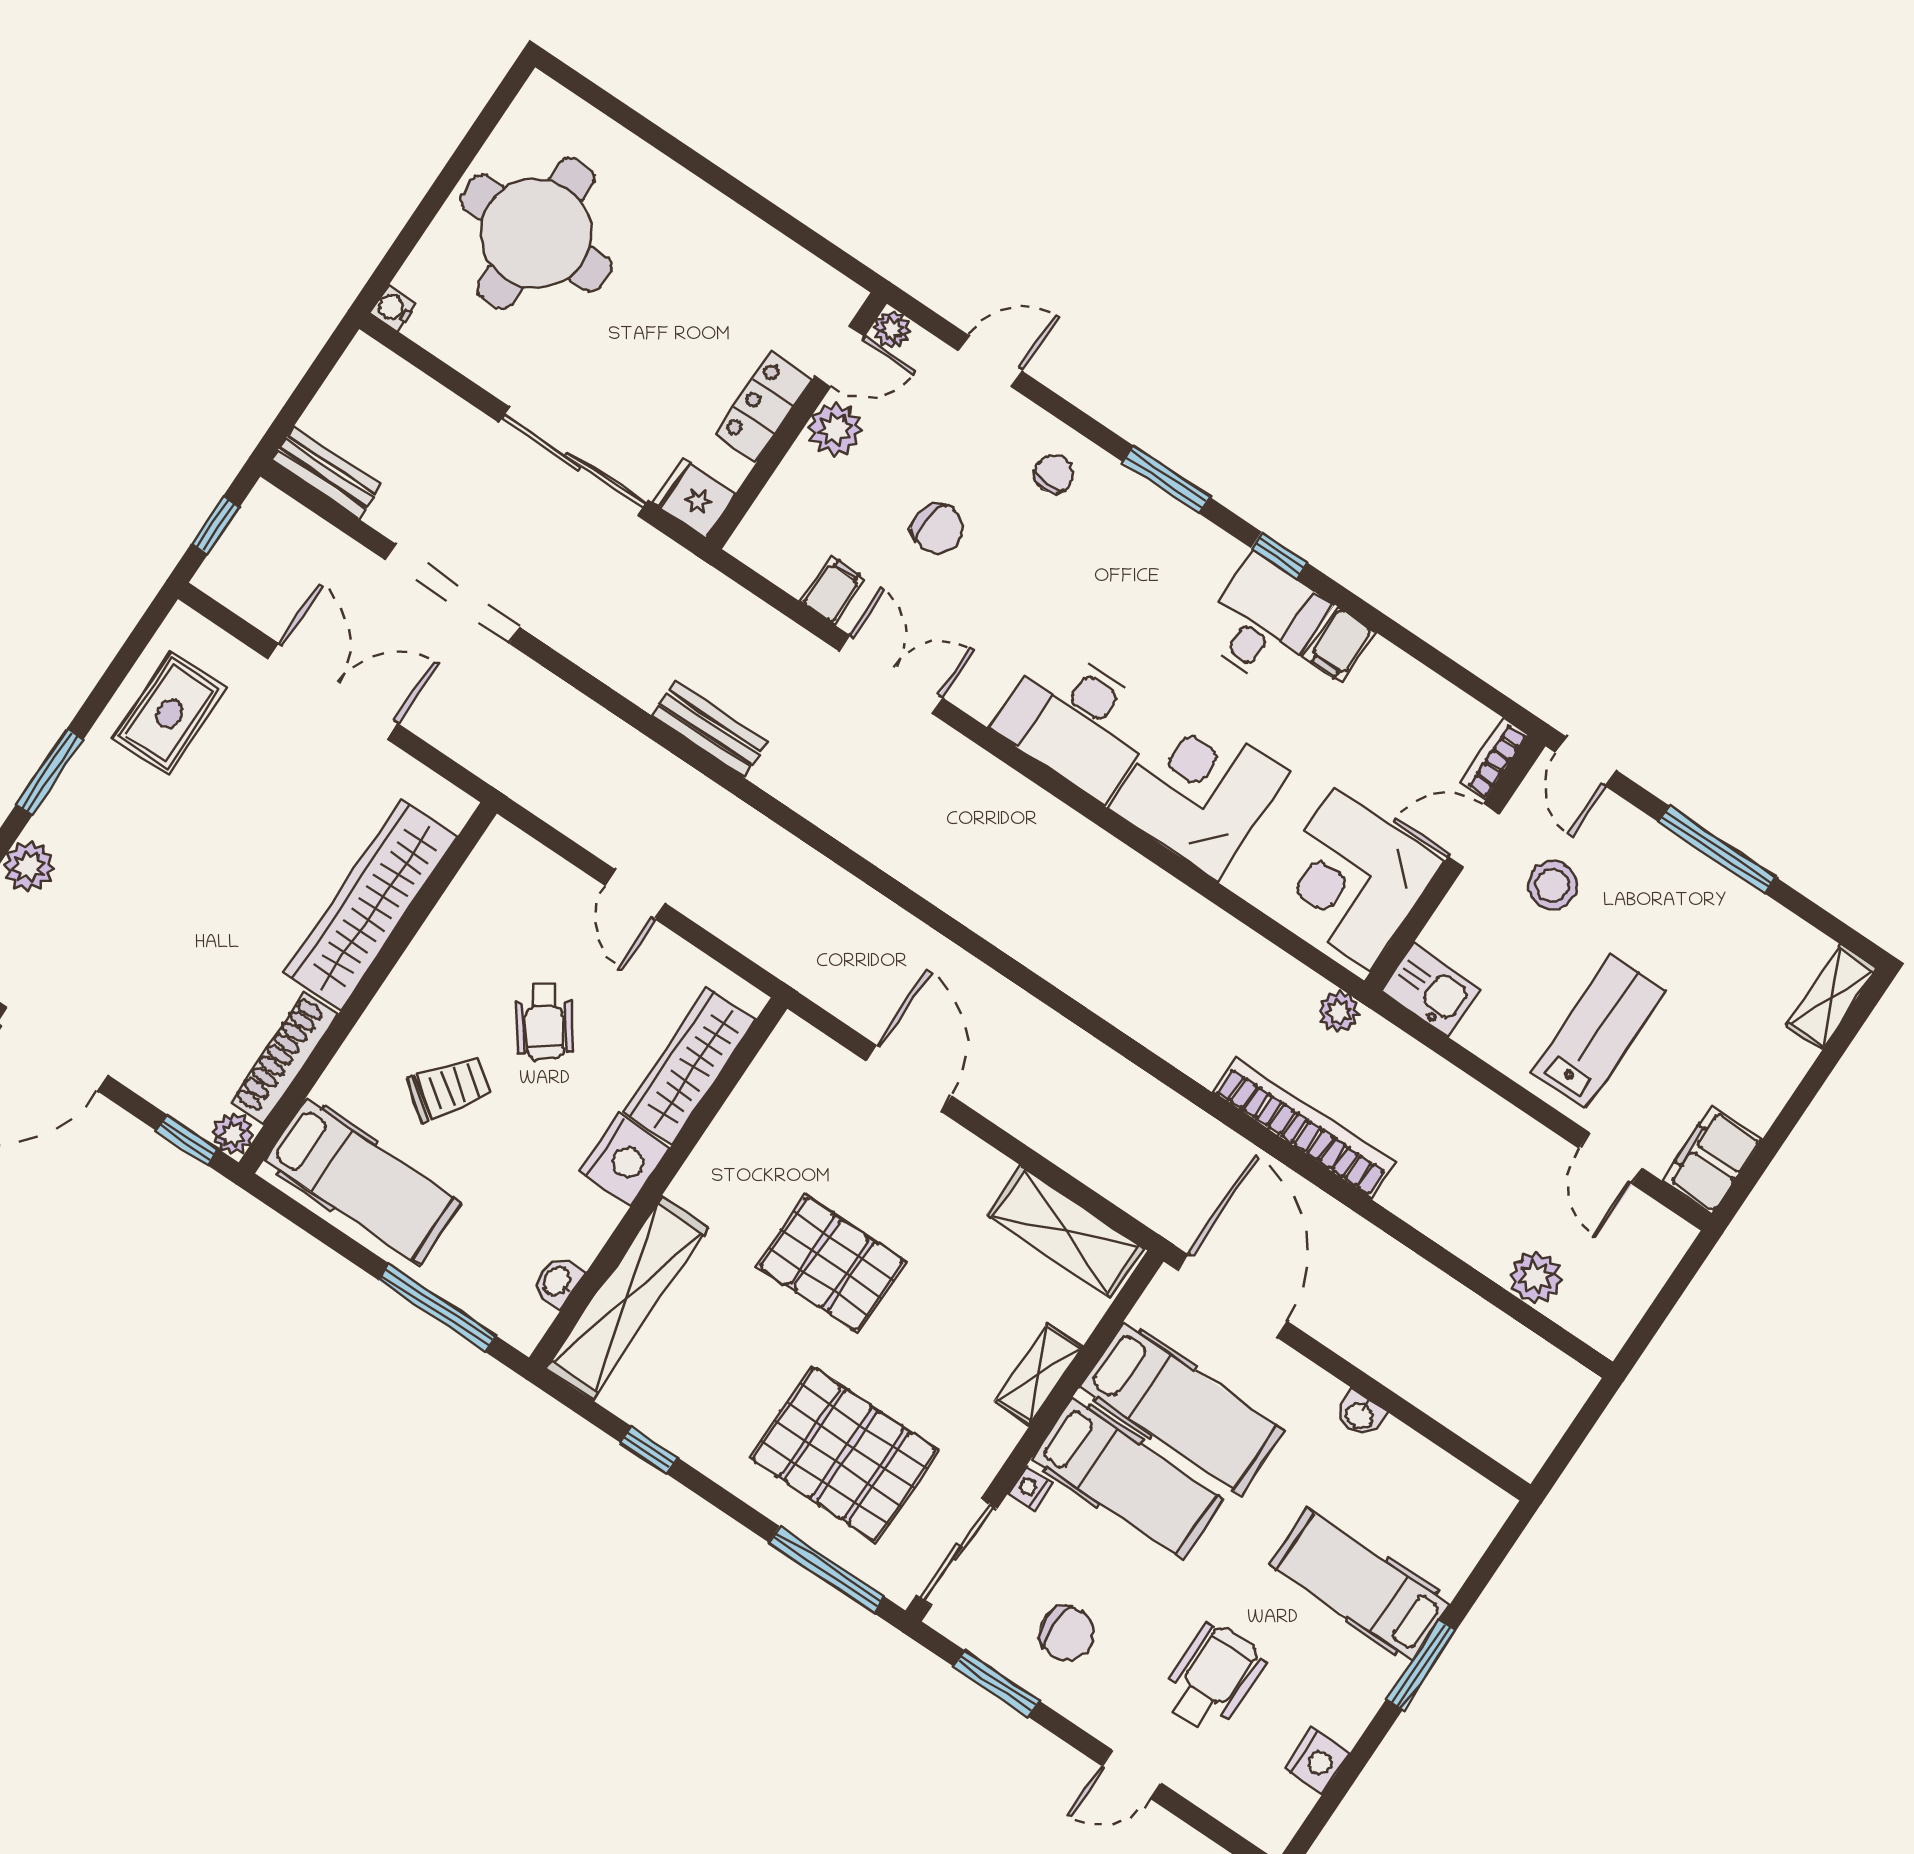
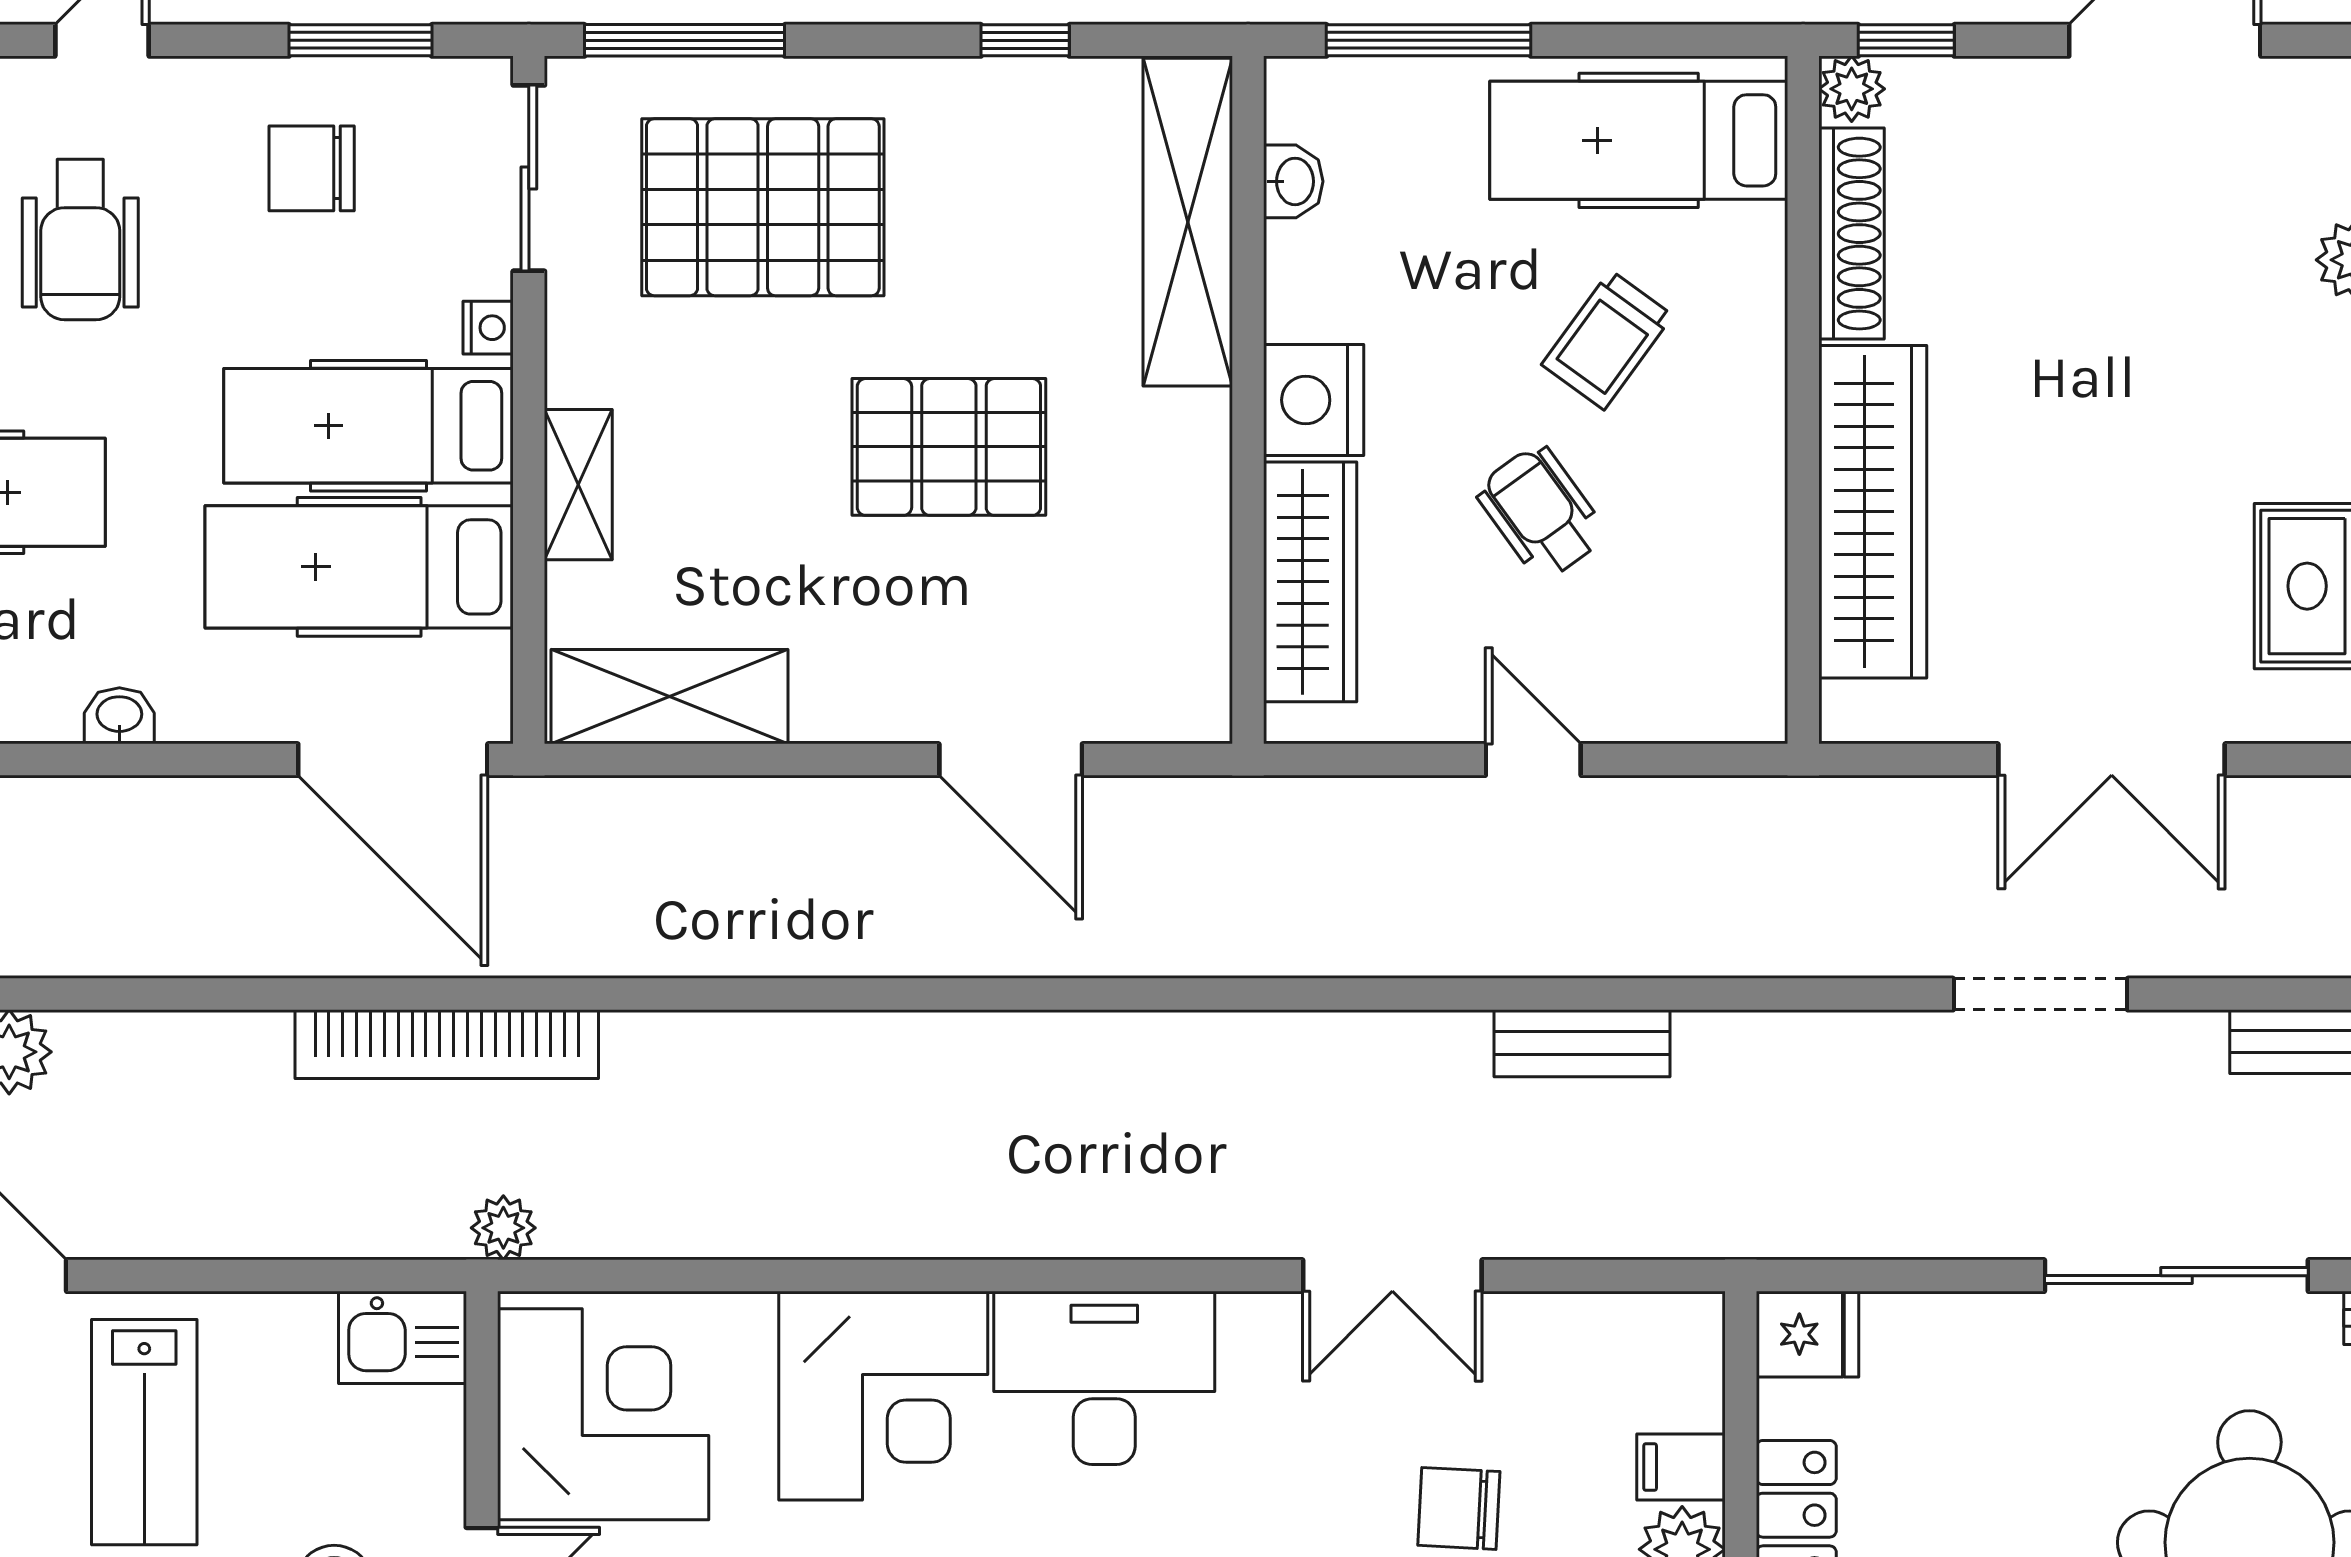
sliding door: (573, 461) -> (2176, 1276), moved
filing cabinet: (833, 590) -> (1681, 1467), moved, turned 90
doorway: (452, 594) -> (2040, 994), width x0.73

